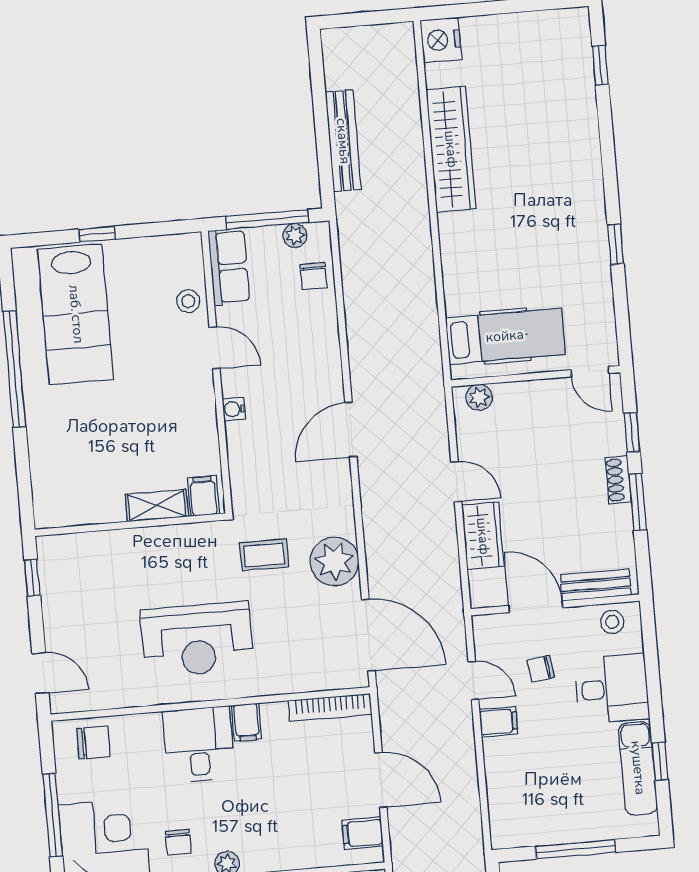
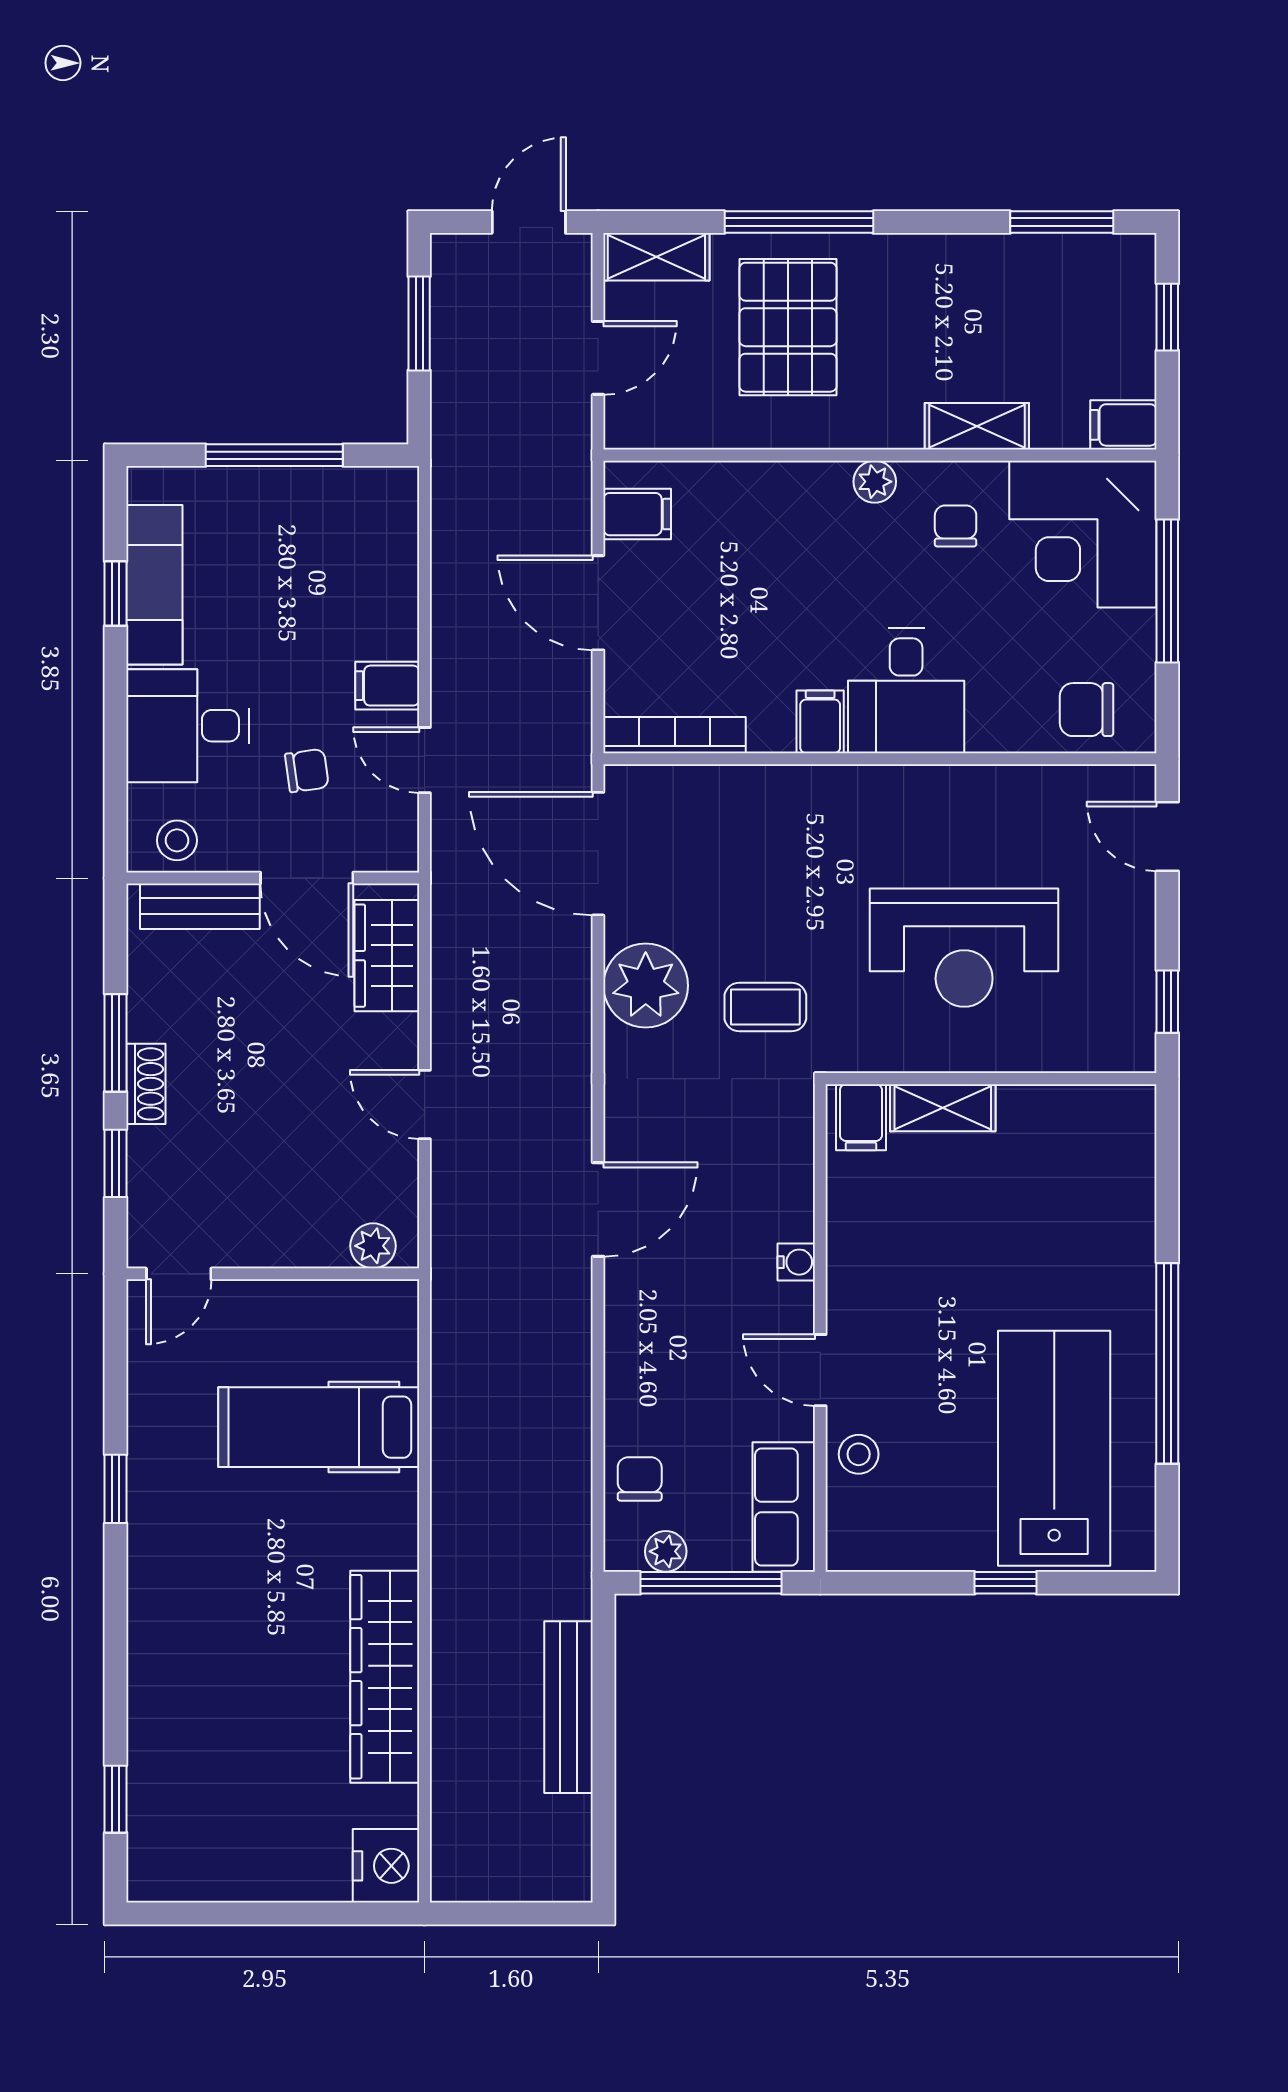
hospital bed: (505, 336) -> (319, 1427), moved
door: (590, 372) -> (179, 1274), swing flipped
wardrobe: (483, 536) -> (387, 956), moved
reception desk: (197, 640) -> (964, 948), moved, turned 180

